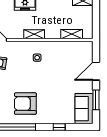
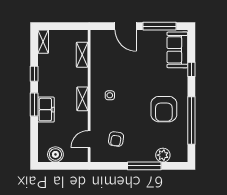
window: (96, 100) -> (160, 26), width x1.44
sofa: (84, 109) -> (177, 50), moved, turned 90

